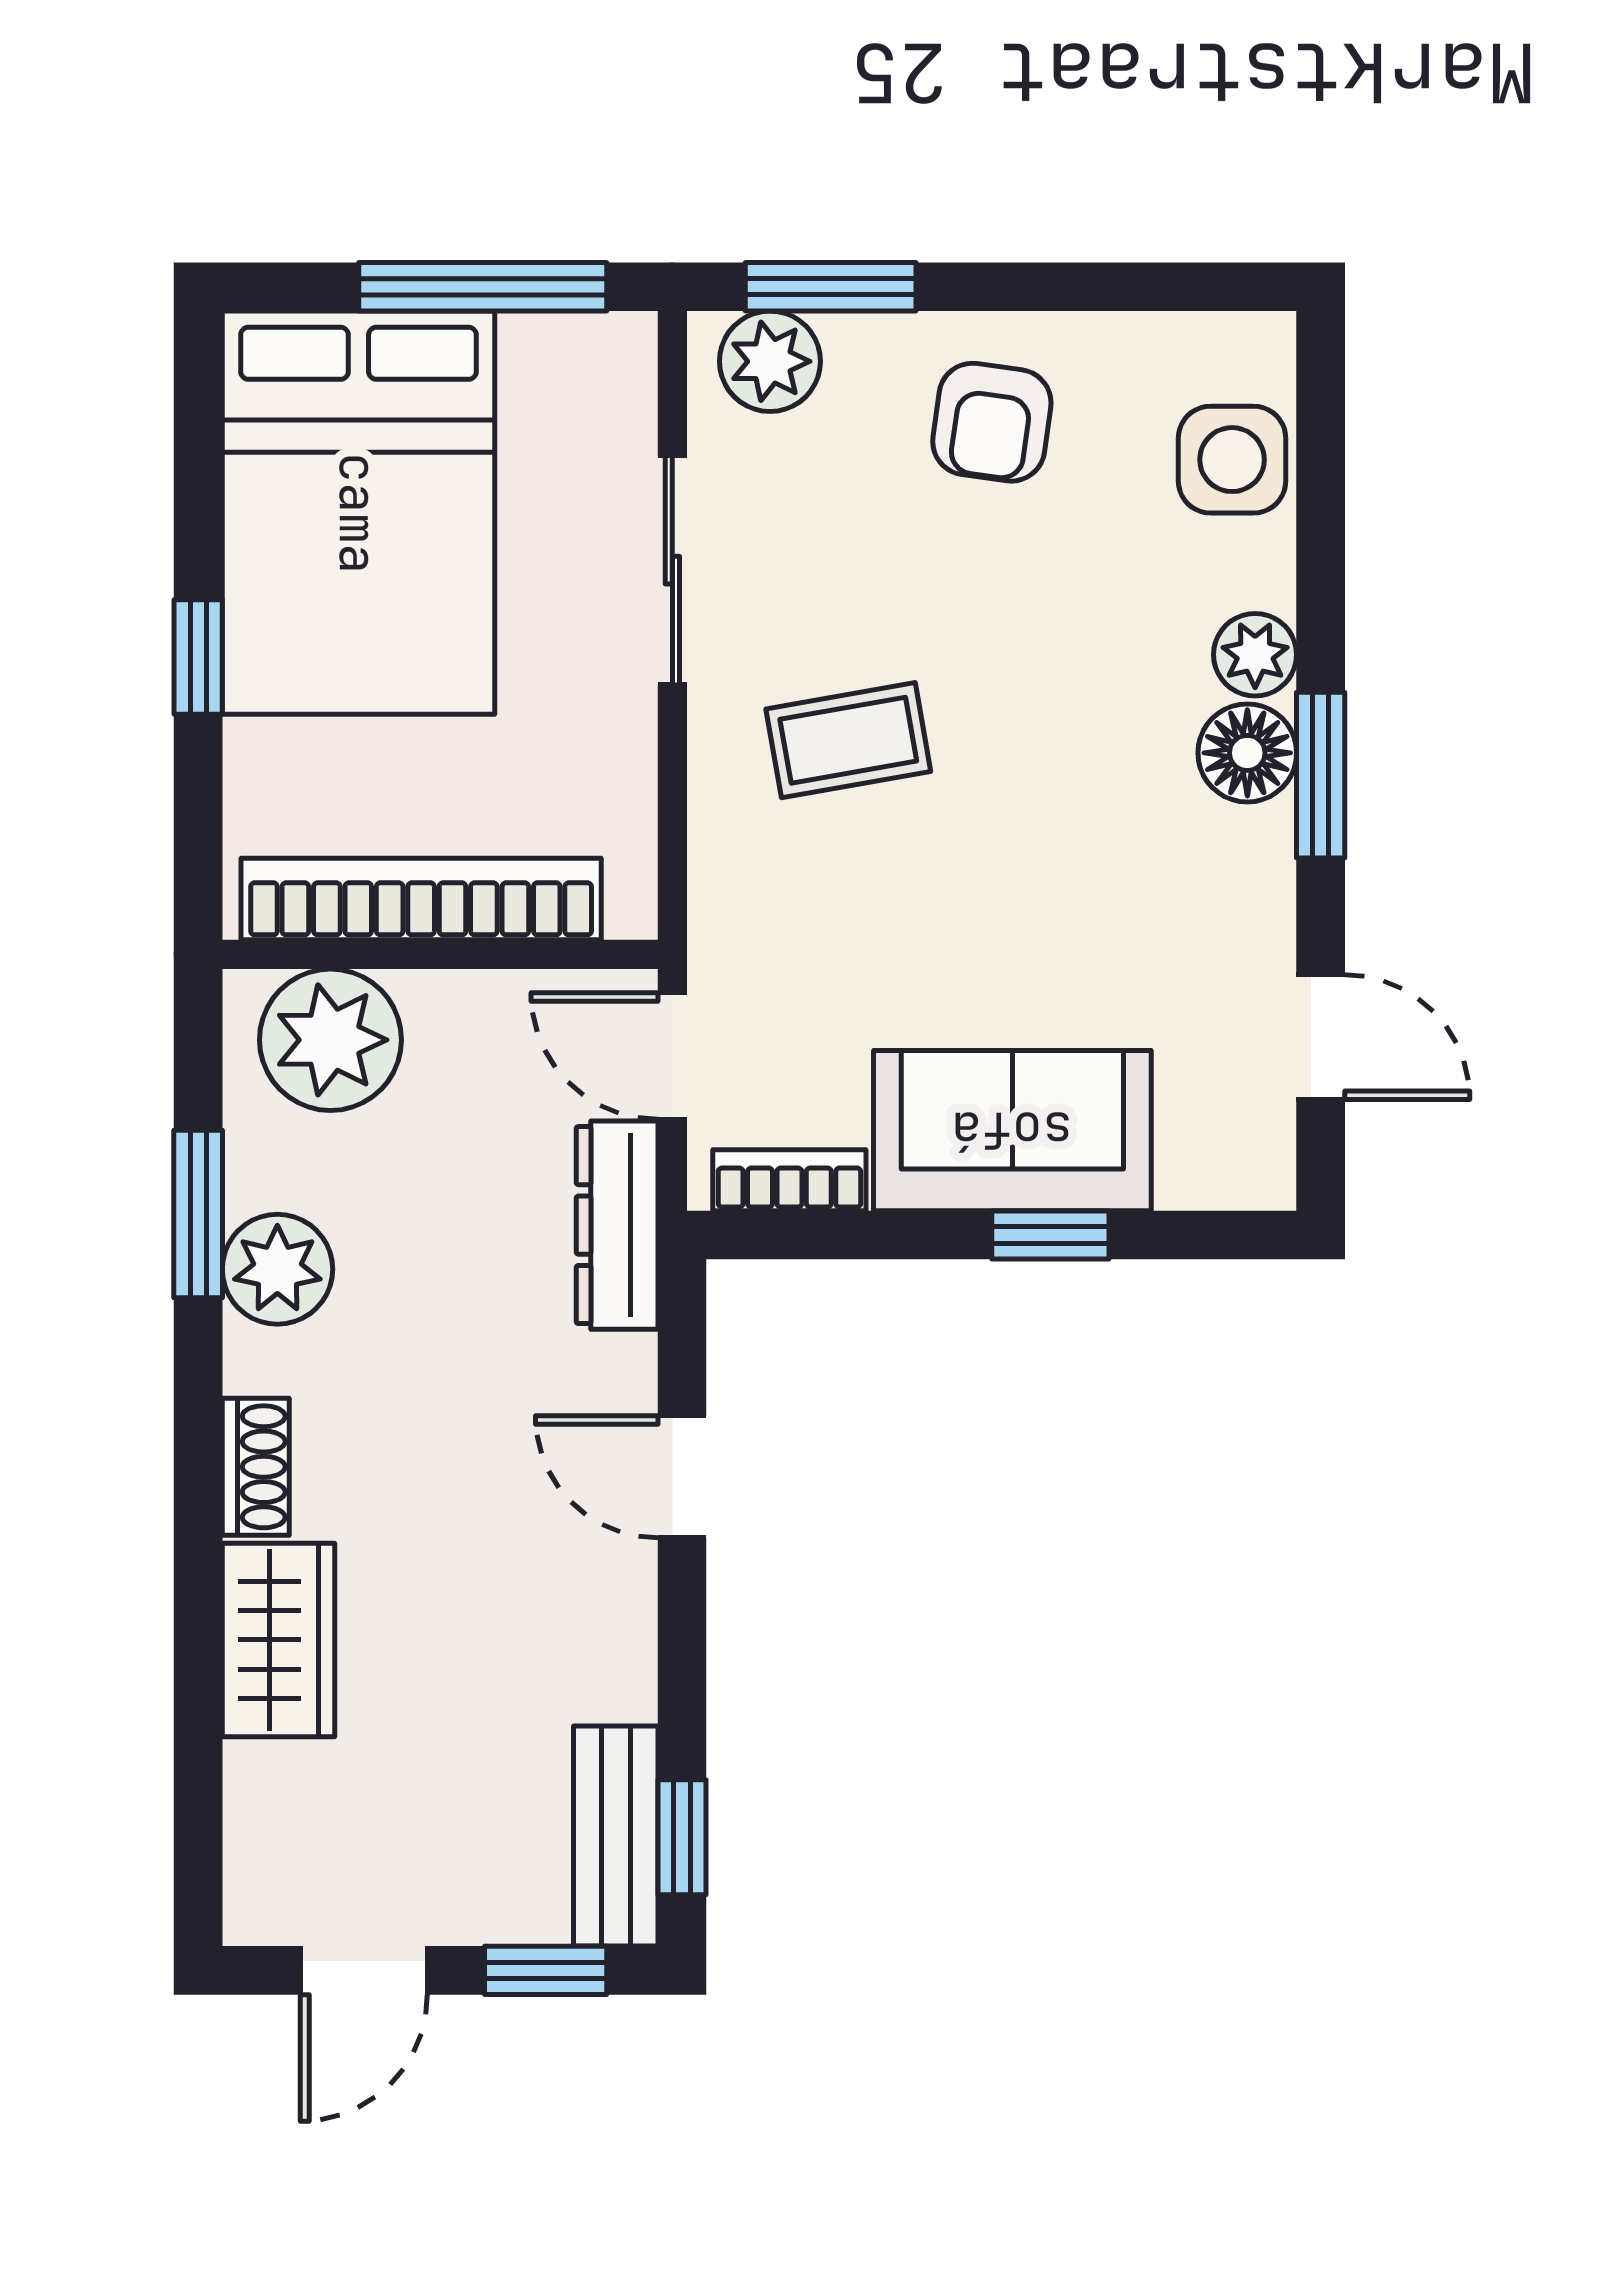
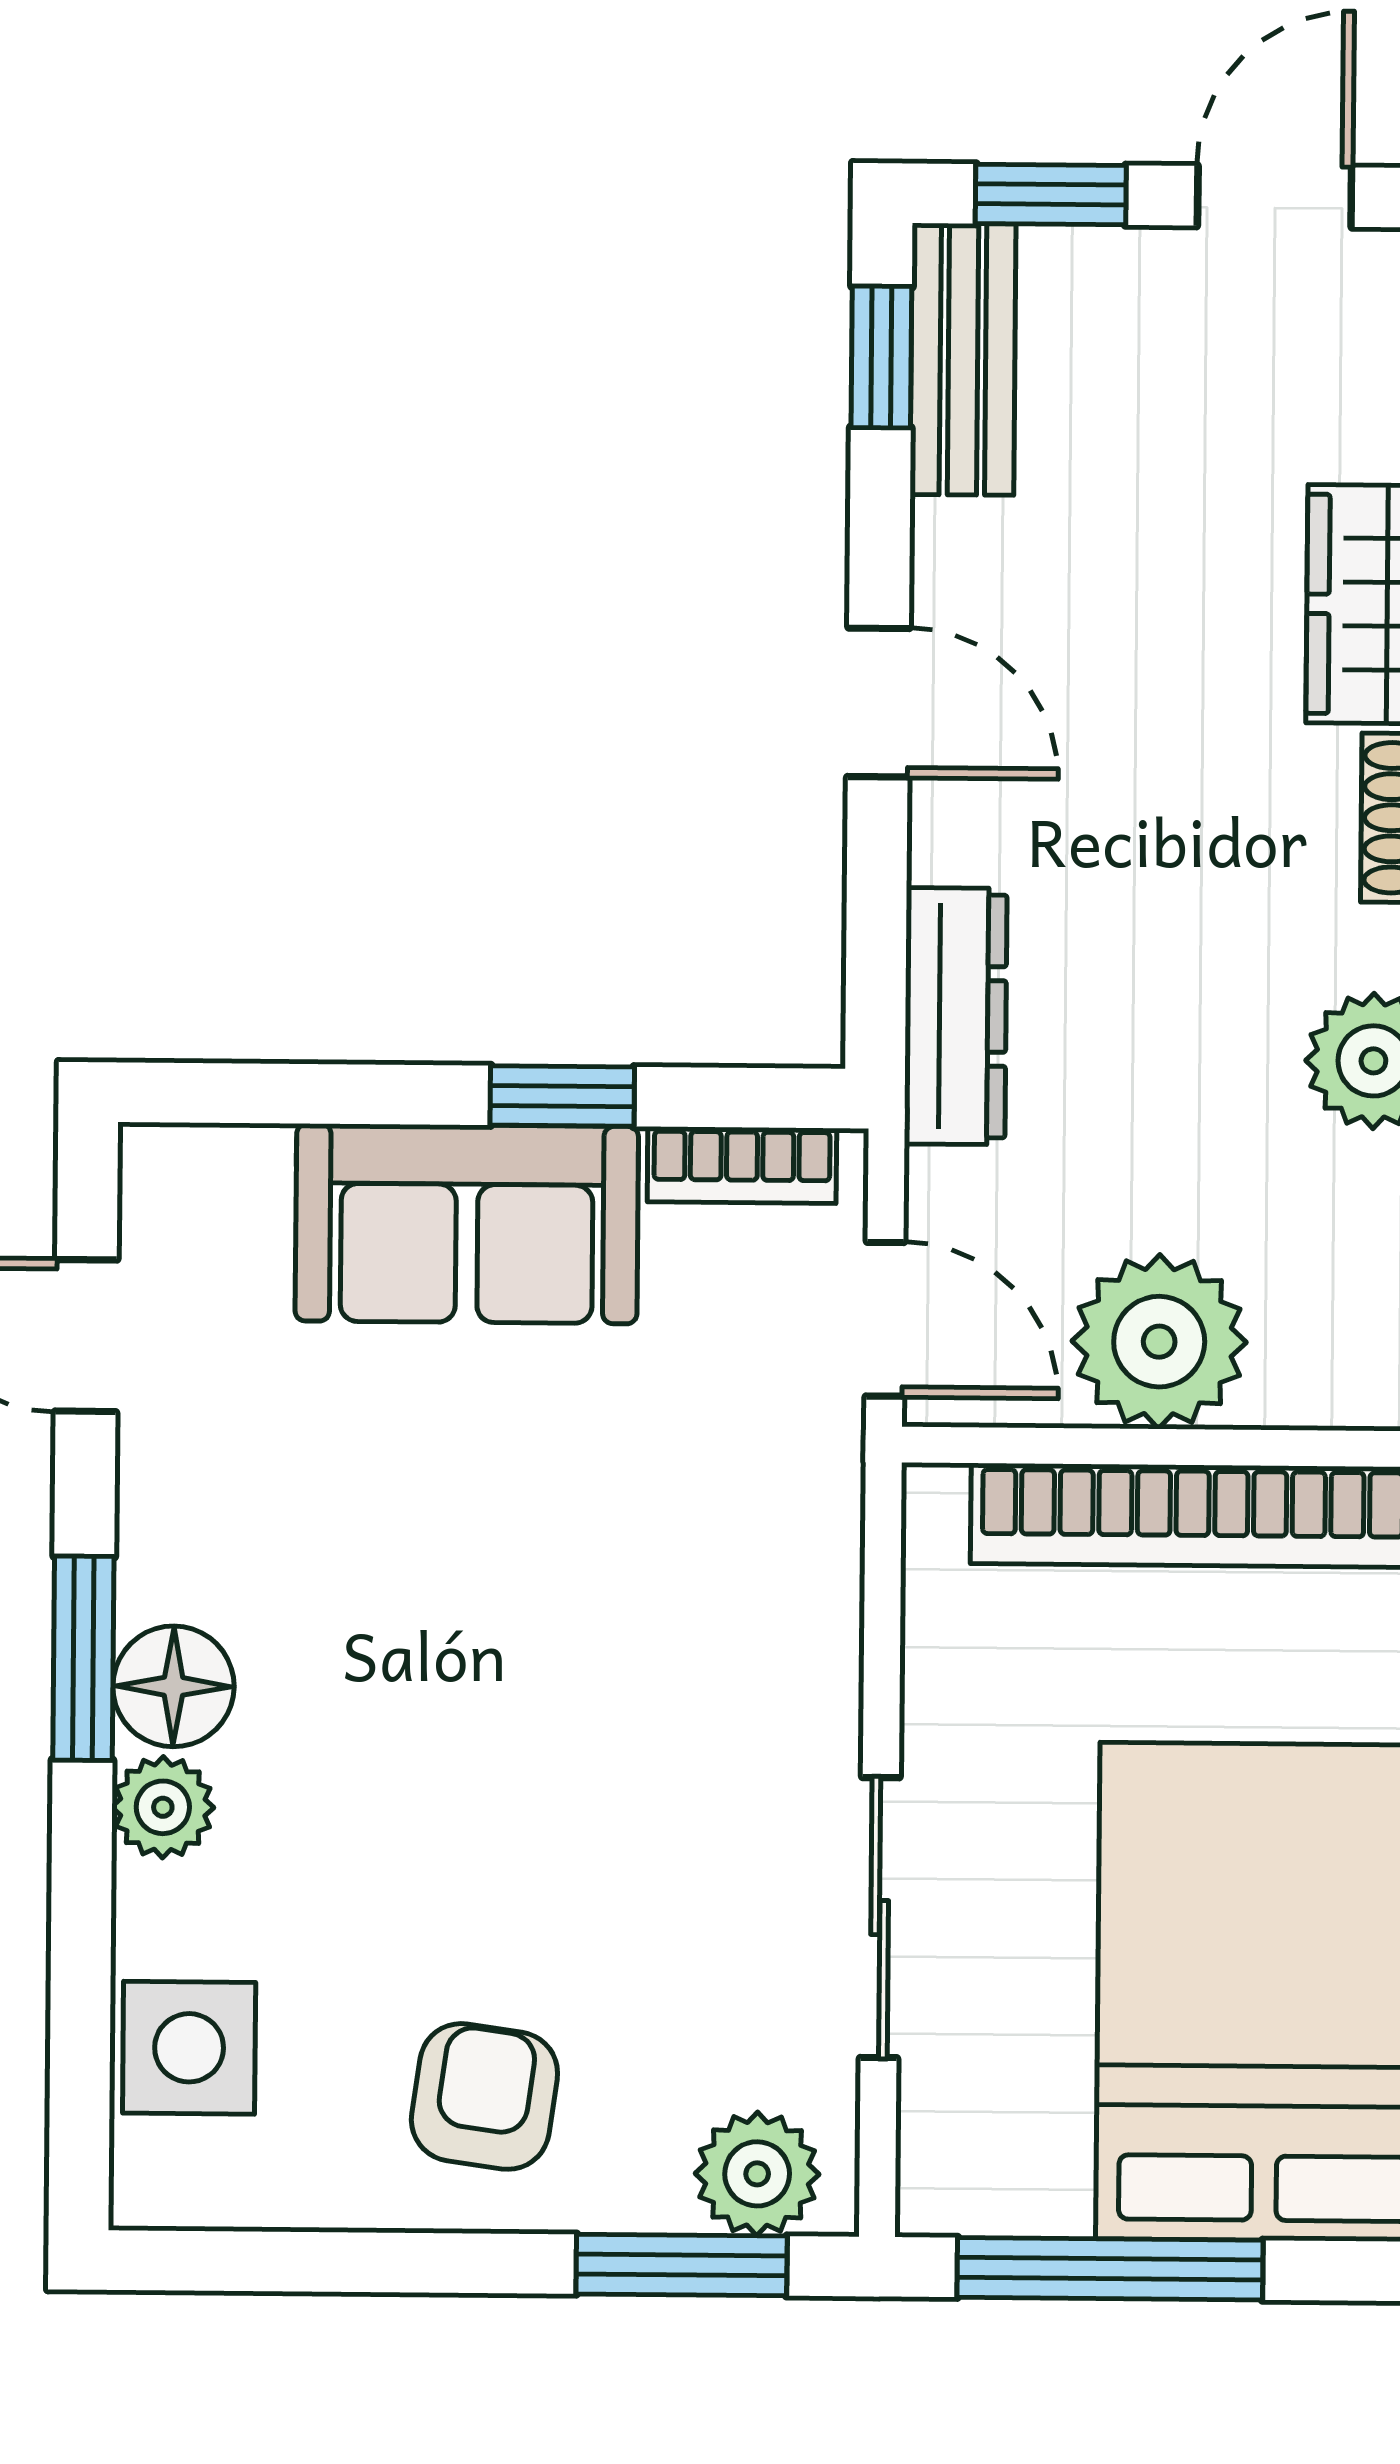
coffee table: (848, 740) -> (665, 1706), removed
plant: (330, 1040) -> (1159, 1342), moved
dresser: (617, 1225) -> (956, 1016), moved
window: (1050, 1235) -> (562, 1096), moved
door: (682, 1477) -> (878, 702), moved

